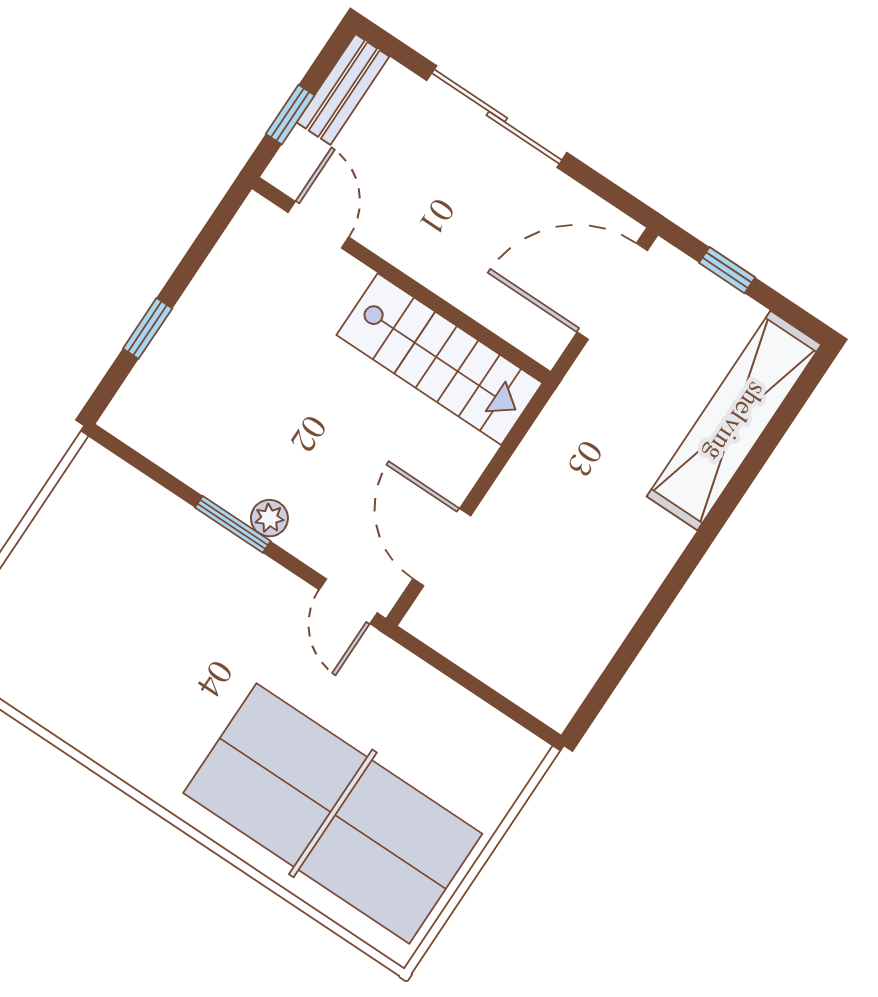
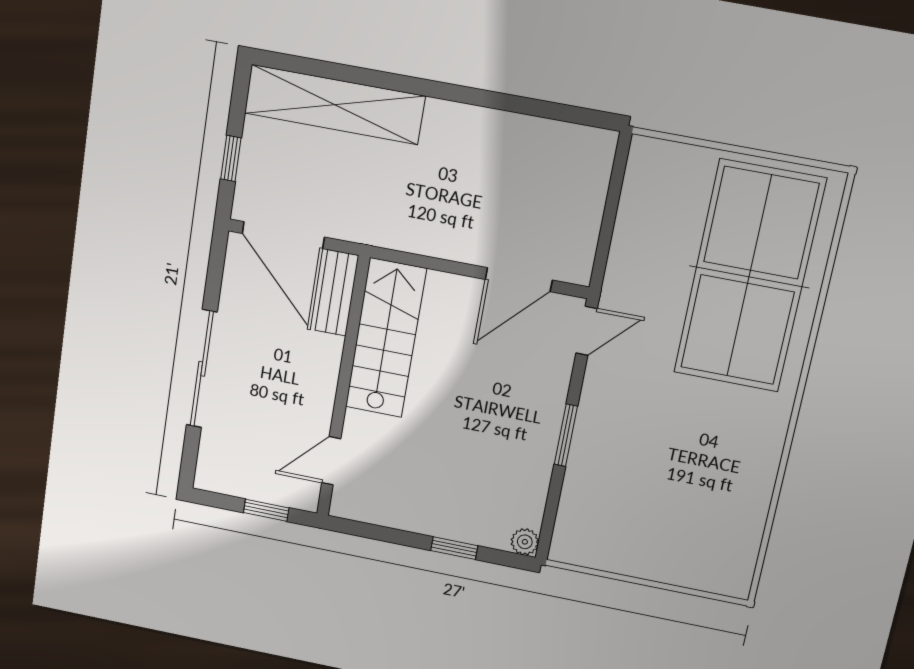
bench: (343, 89) -> (337, 293), moved, turned 90
plant: (269, 518) -> (525, 542), moved

